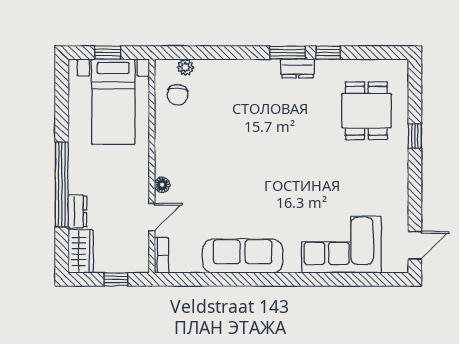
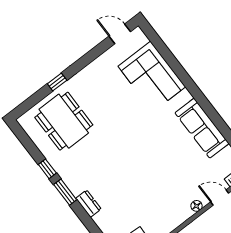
dresser: (298, 68) -> (89, 204), moved
dining table: (366, 111) -> (64, 121), width x1.38

